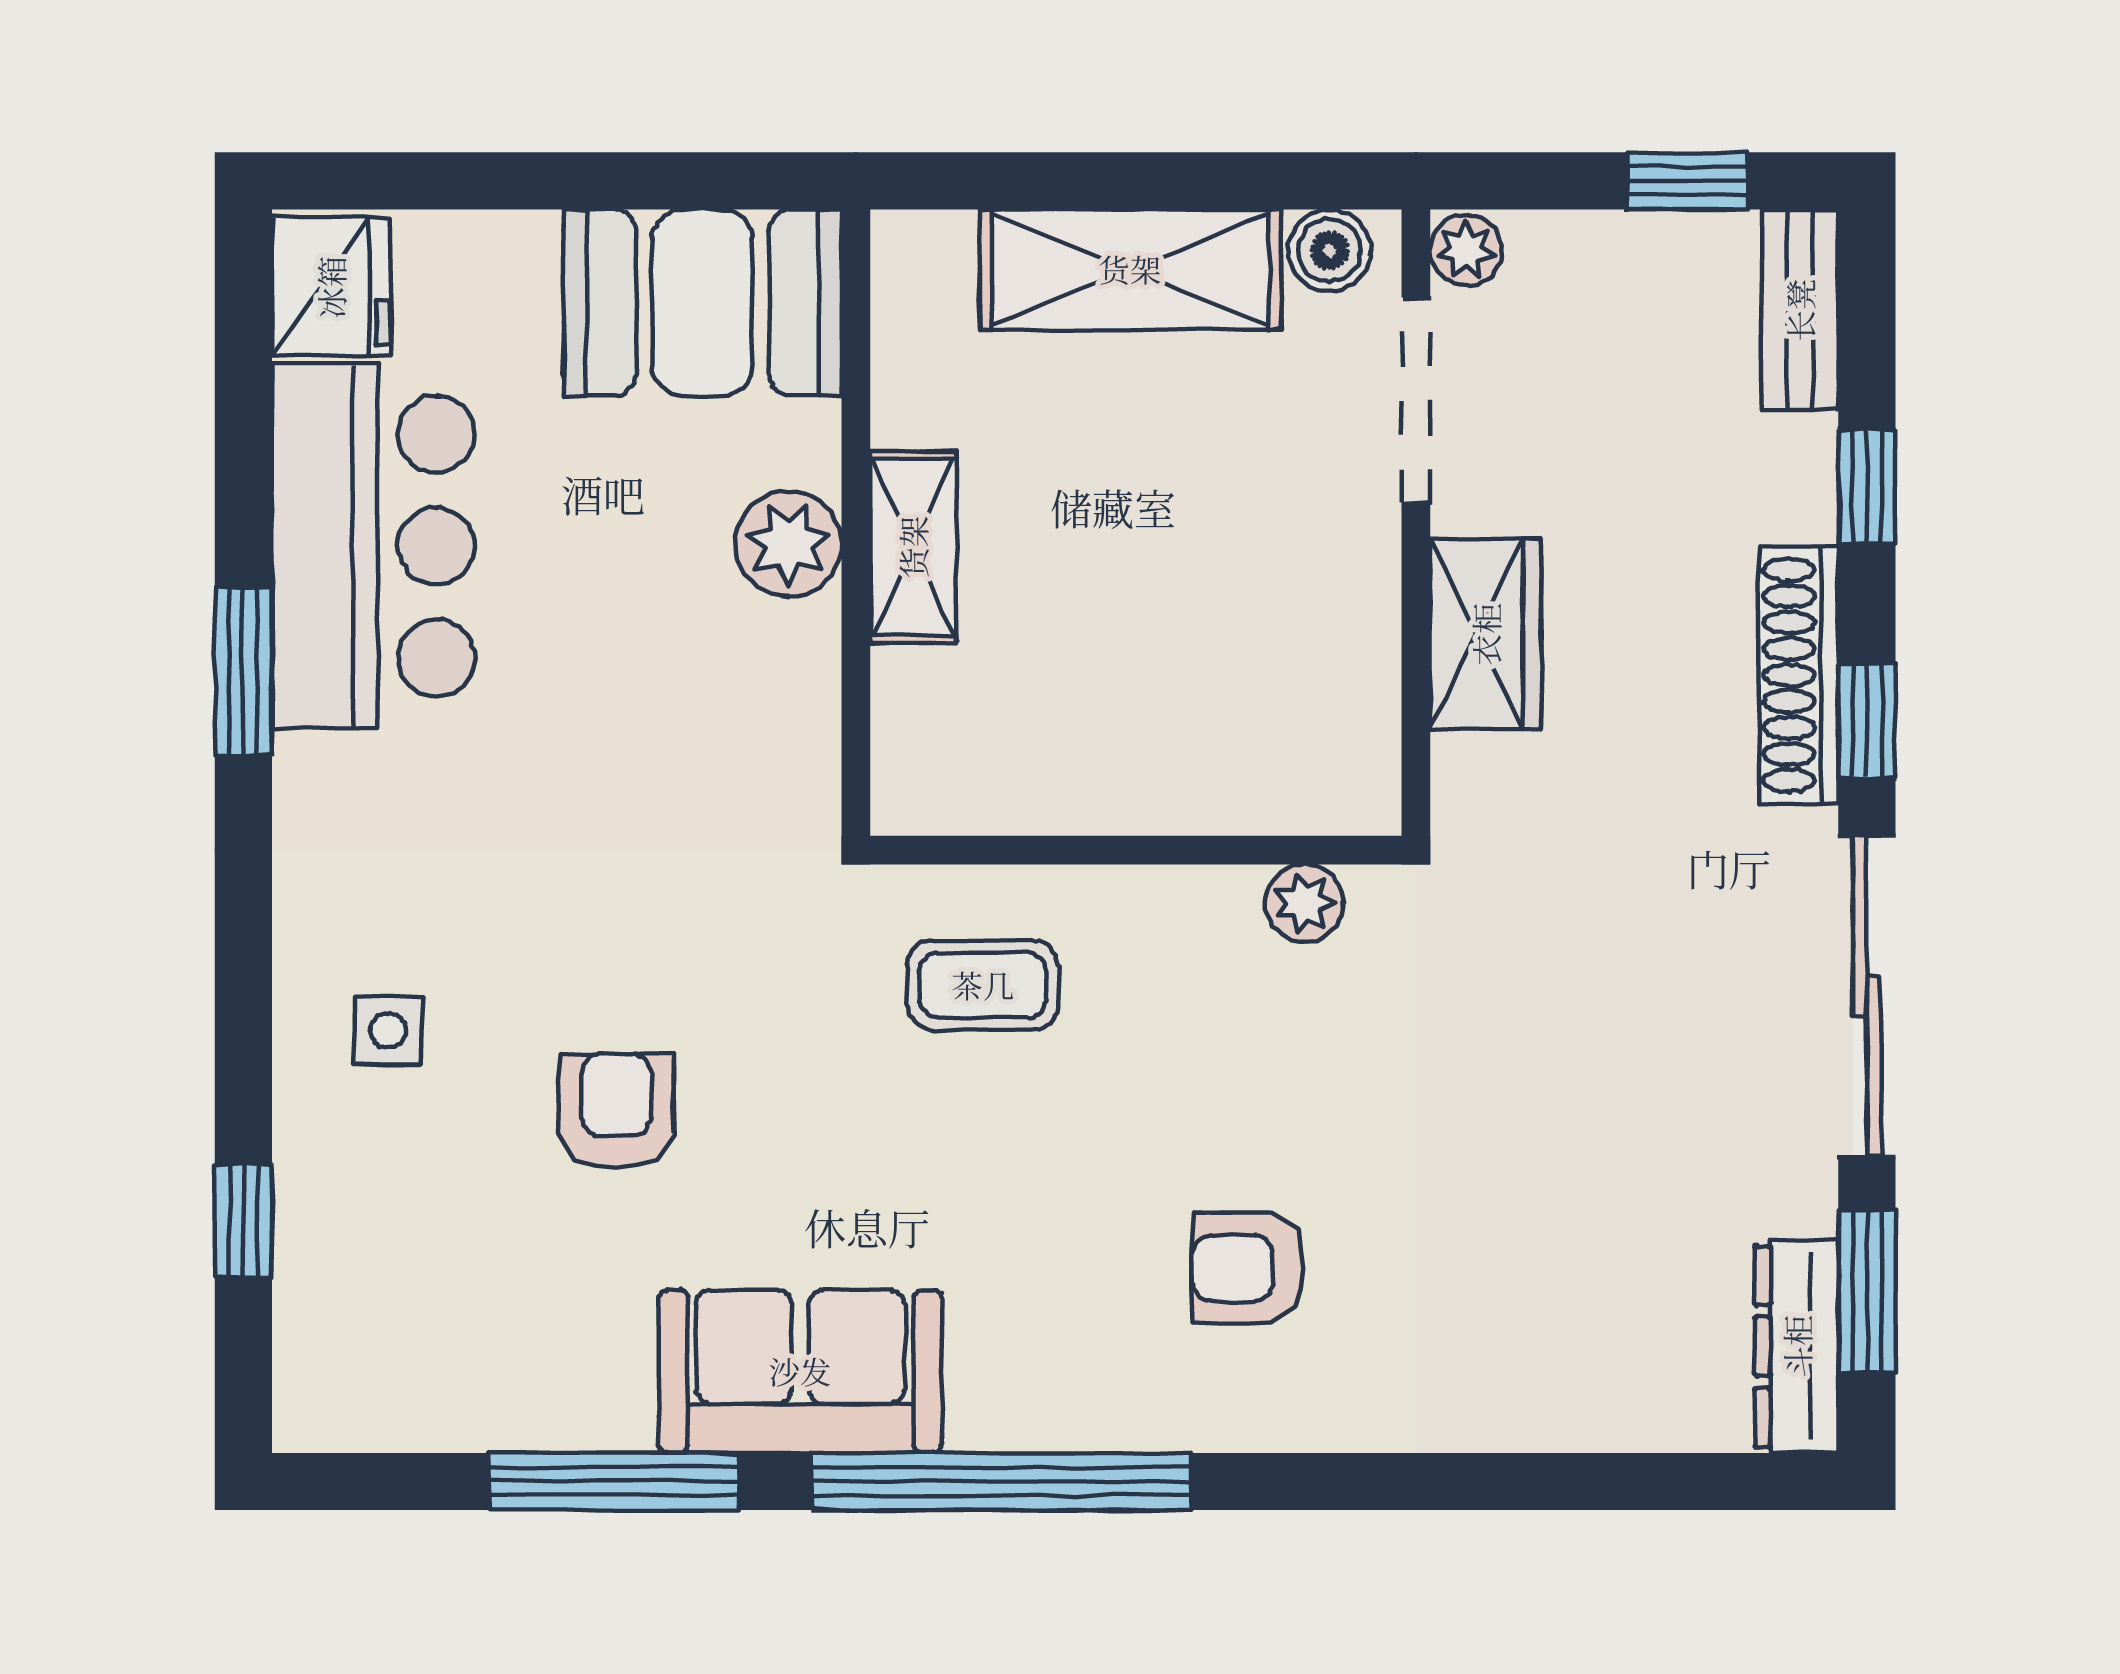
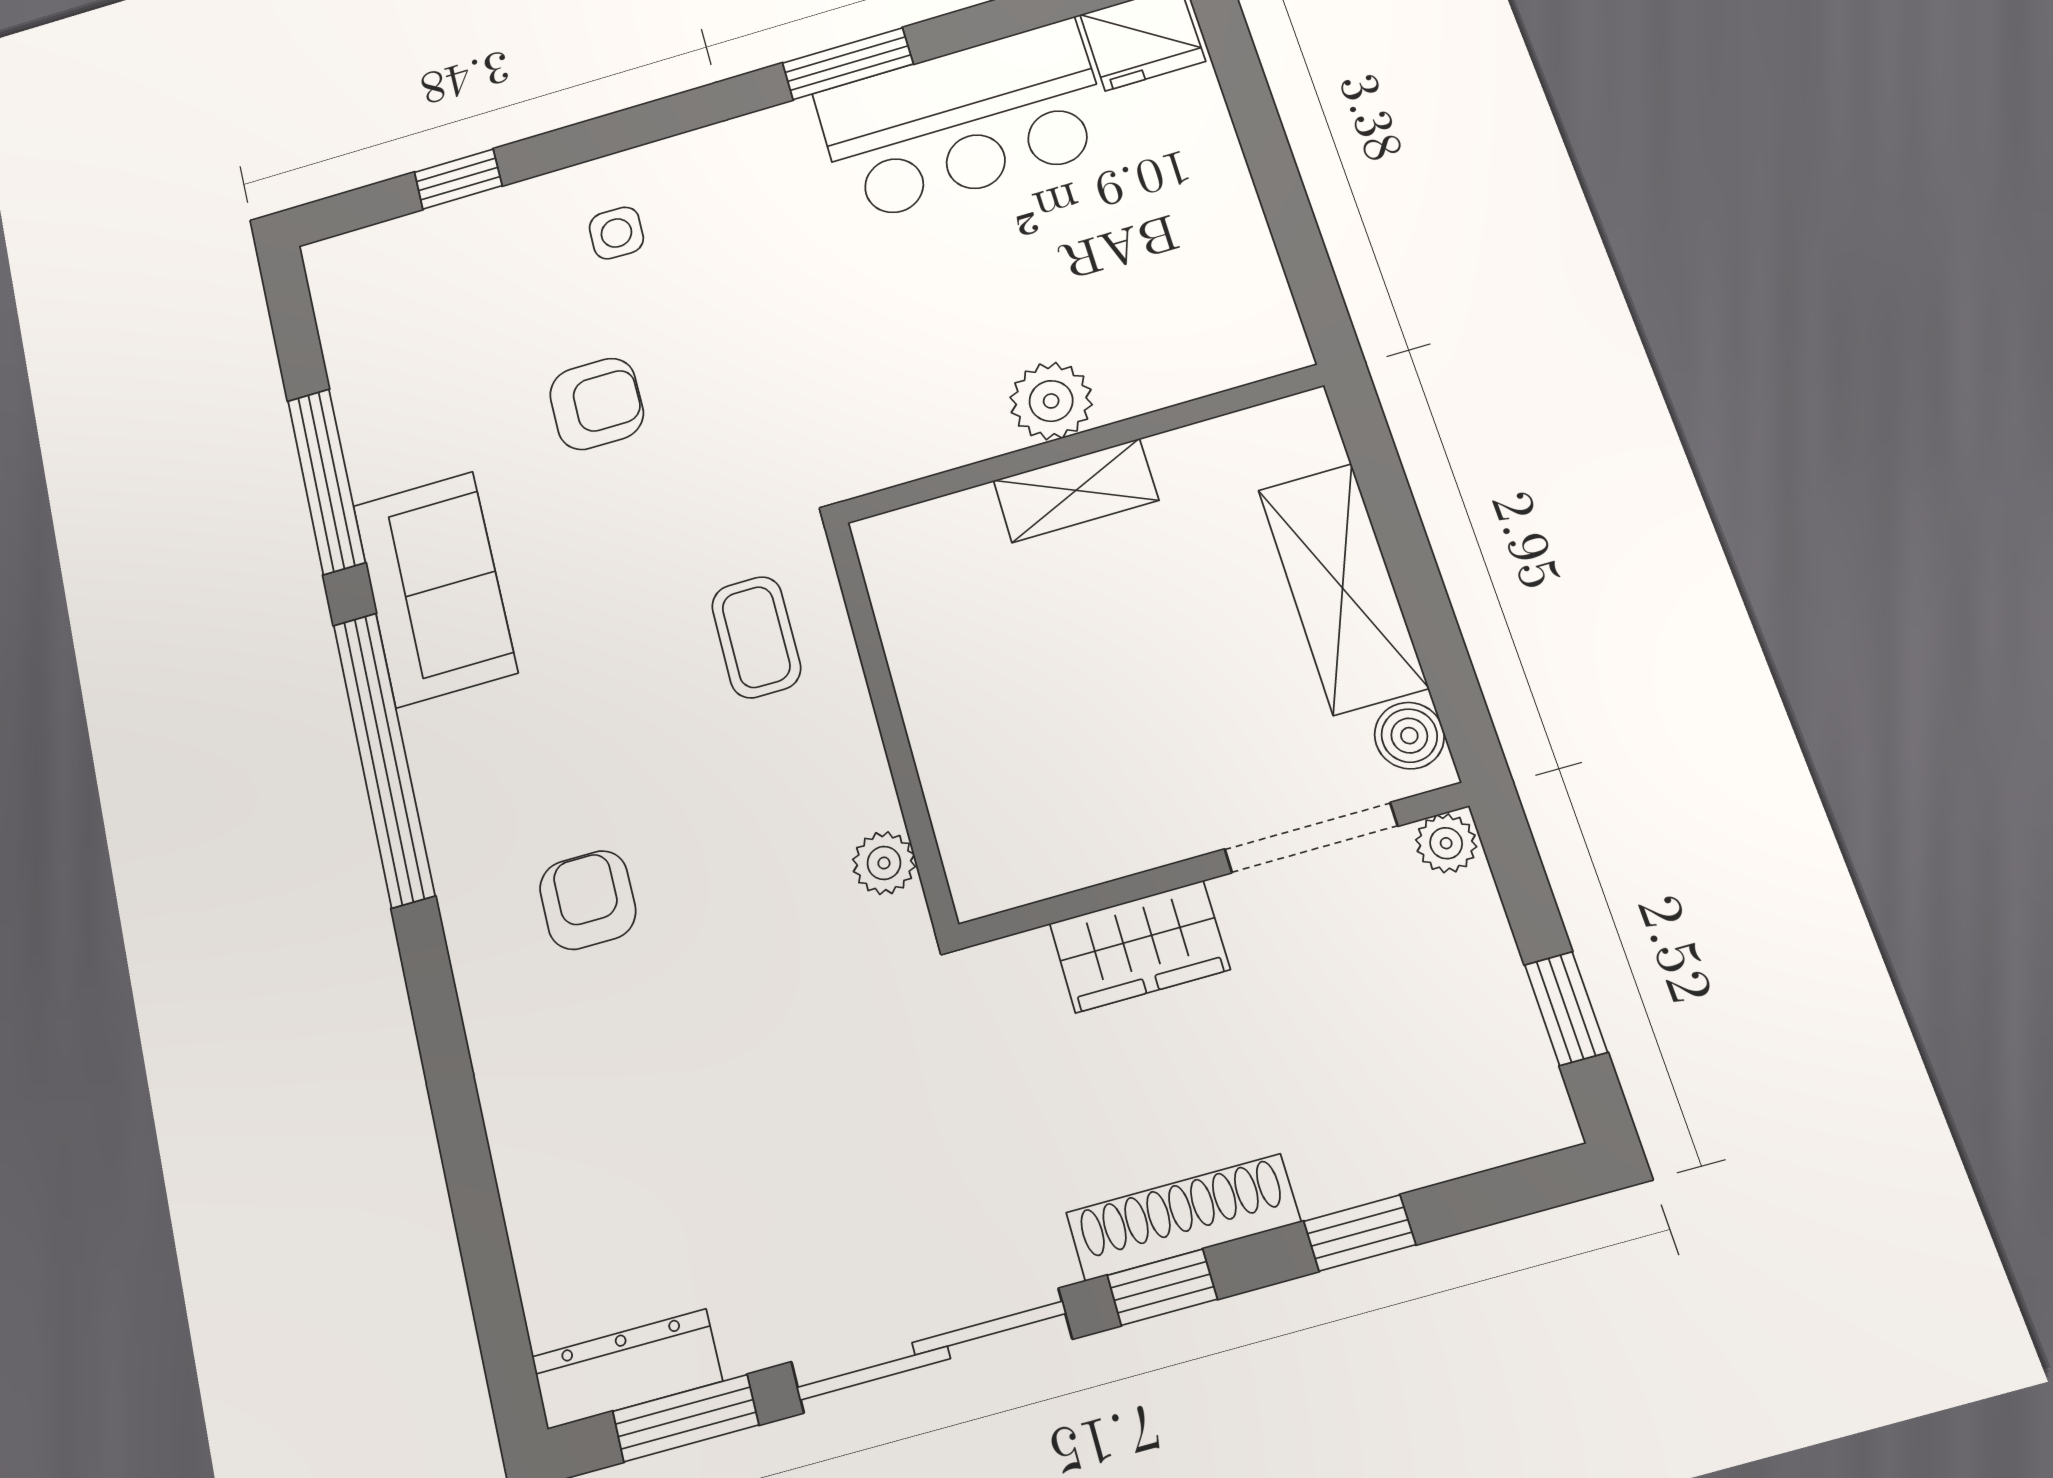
booth: (703, 303) -> (1214, 288), removed
bench: (1800, 310) -> (1490, 1134), removed

